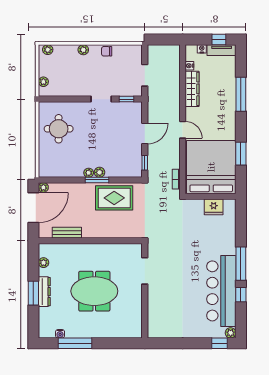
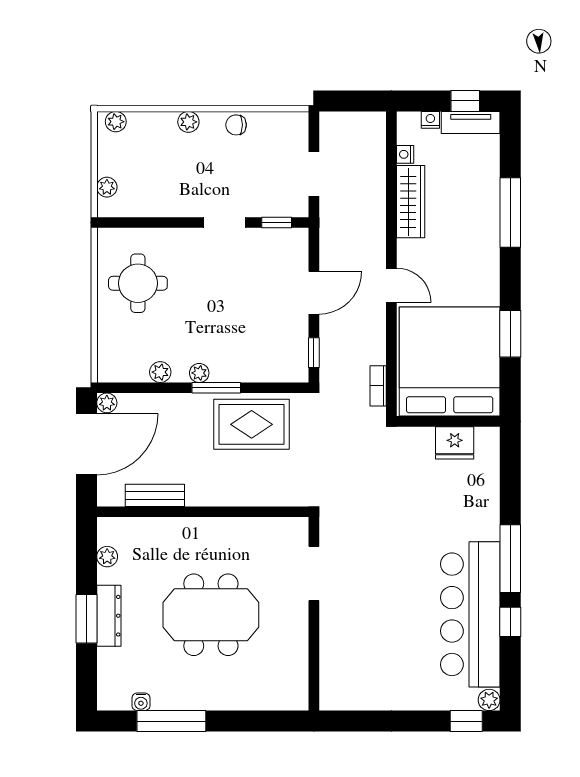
plant: (99, 172) -> (160, 372), moved

